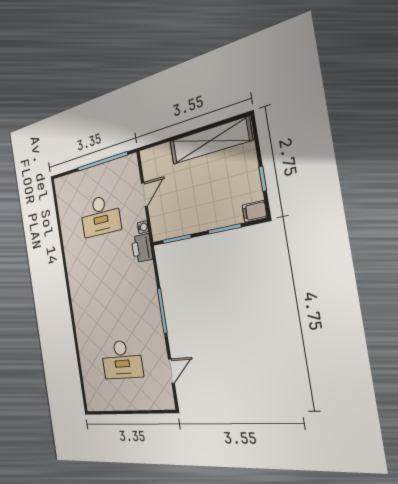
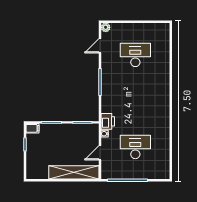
shelving: (210, 141) -> (74, 172), moved
plant: (168, 402) -> (106, 27), added

